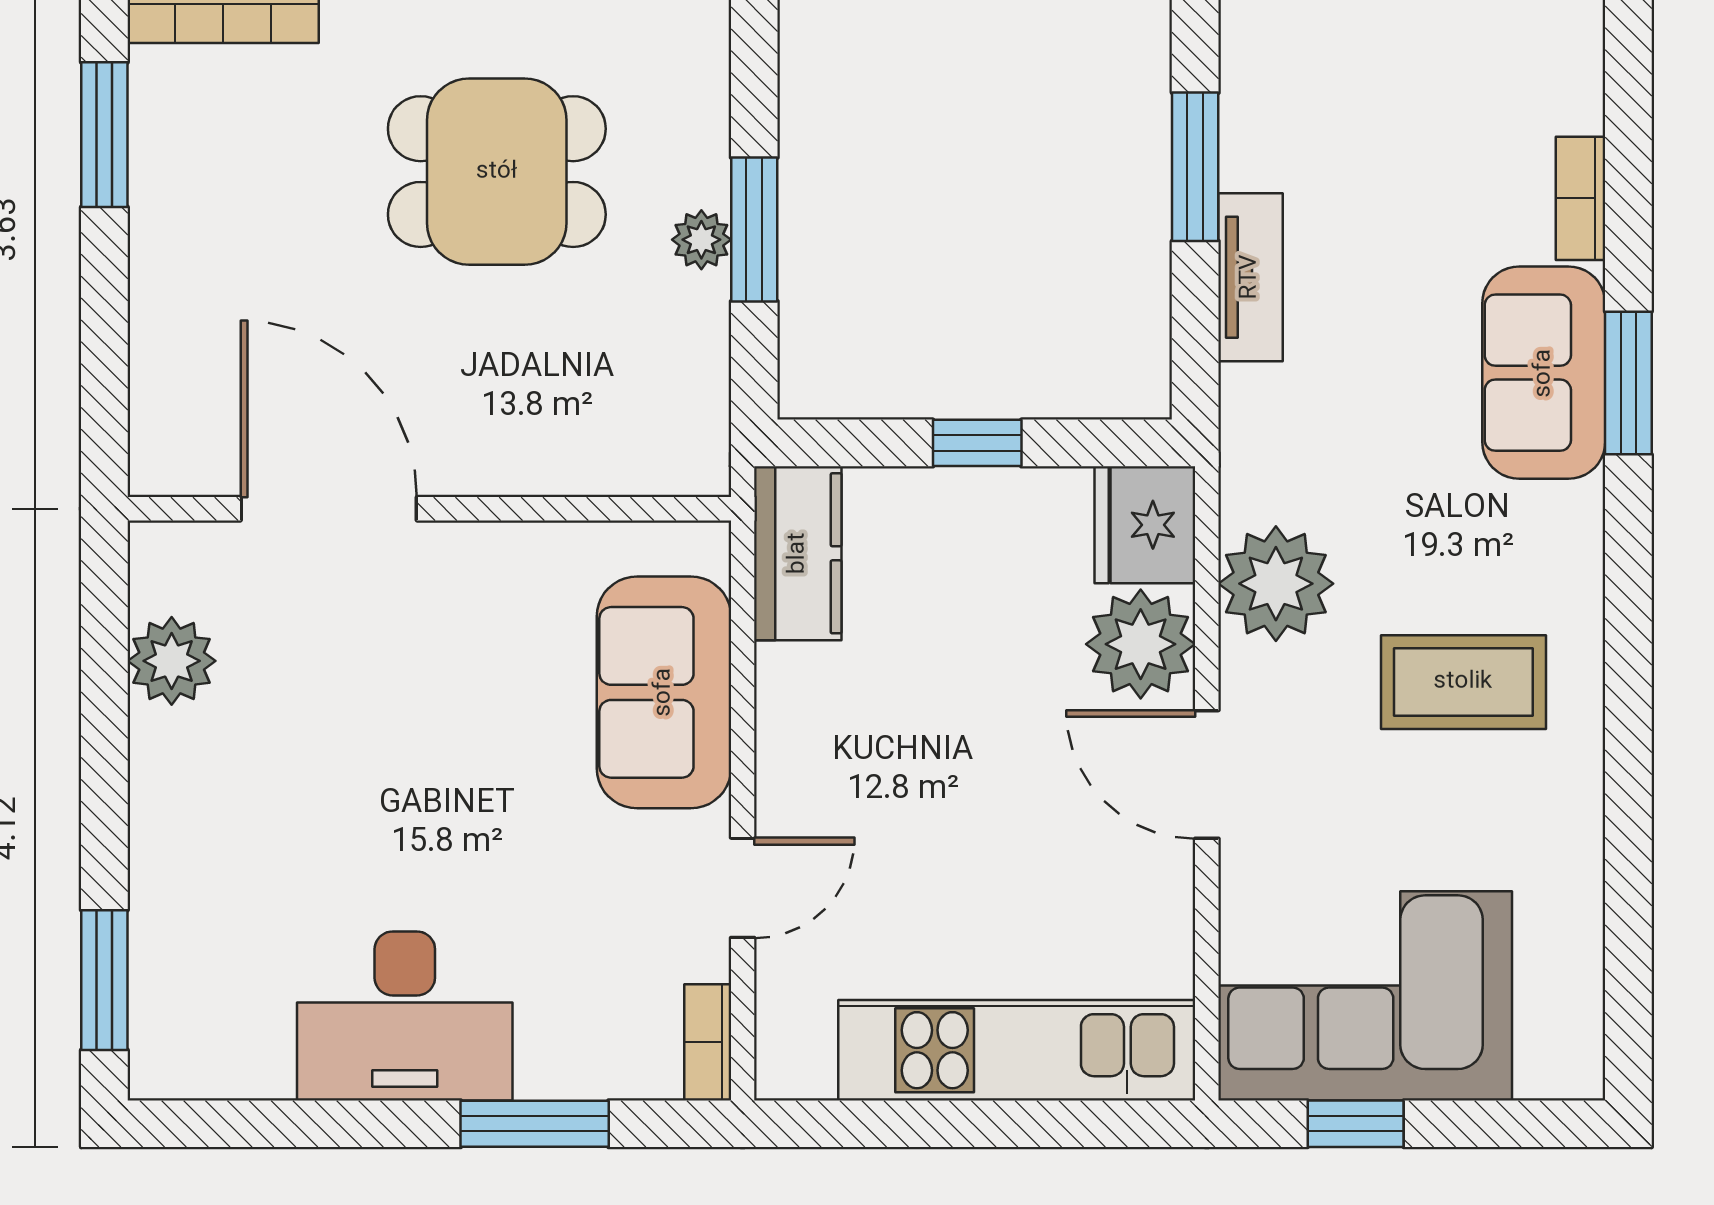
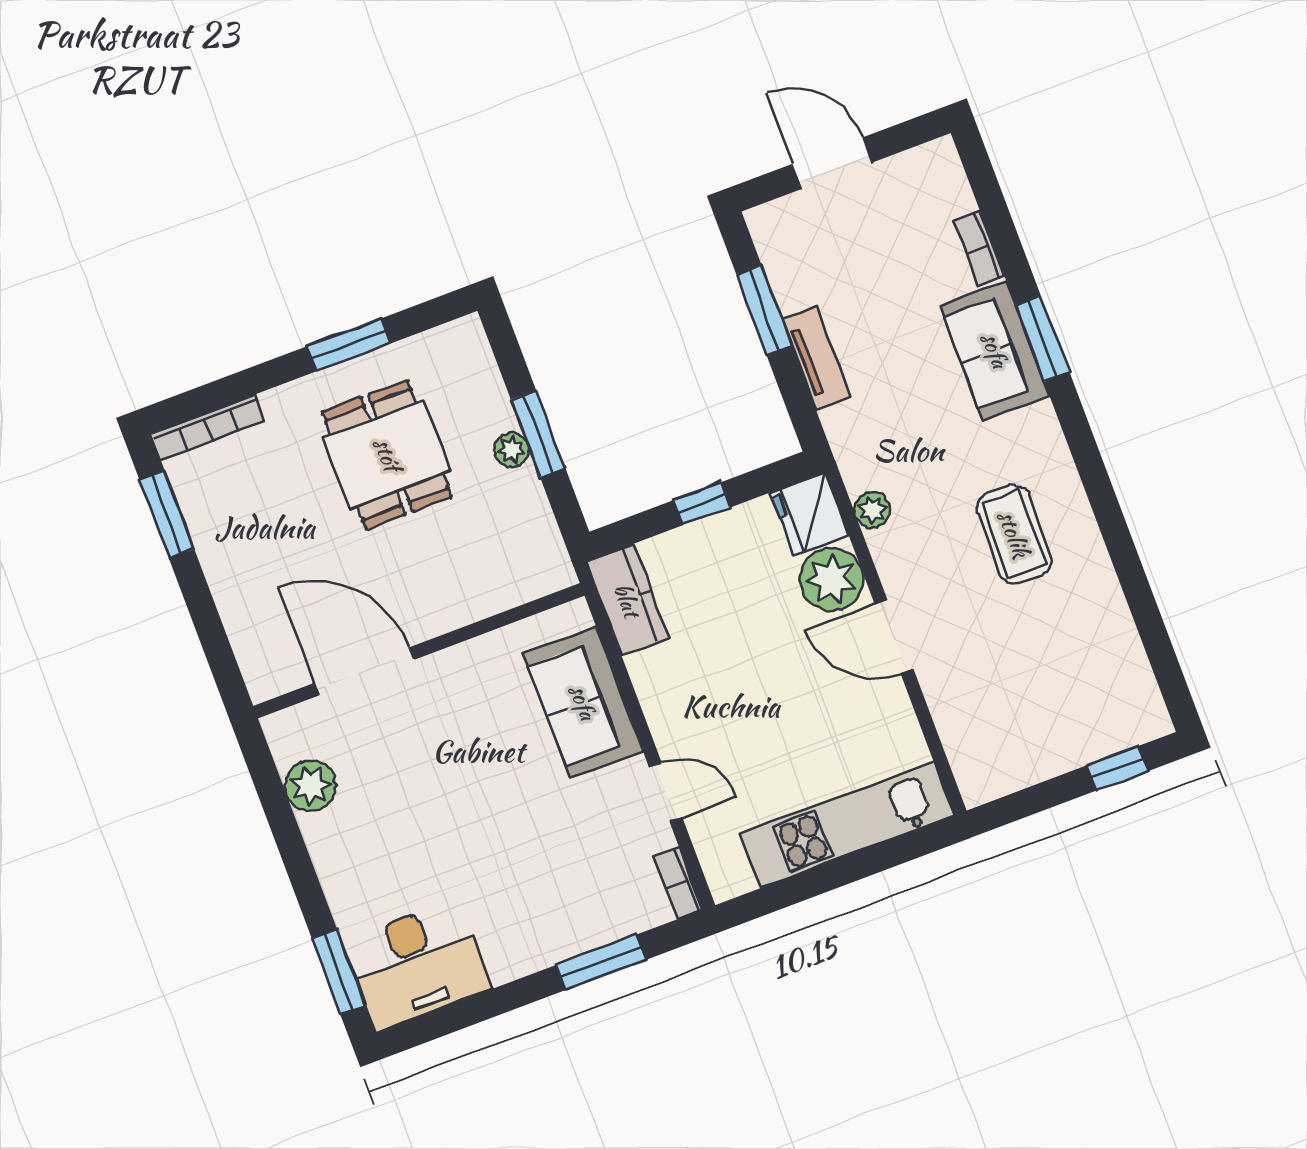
dining table: (497, 172) -> (387, 454), turned 90
plant: (1276, 584) -> (872, 510), width x0.53, depth x0.53
coffee table: (1463, 682) -> (1014, 534), turned 90
door: (743, 888) -> (666, 792), hinge flipped
corner sofa: (1365, 996) -> (1025, 724), removed
desk: (405, 1016) -> (417, 965), moved
window: (1356, 1124) -> (1117, 768), moved

